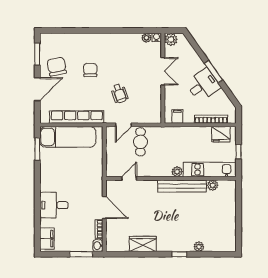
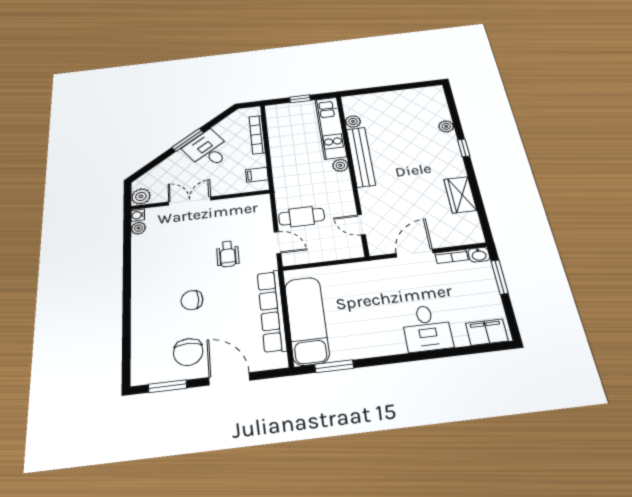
chair: (57, 67) -> (188, 352), turned -78
wheelchair: (119, 93) -> (228, 254), turned 109
fridge: (221, 134) -> (278, 121), removed

